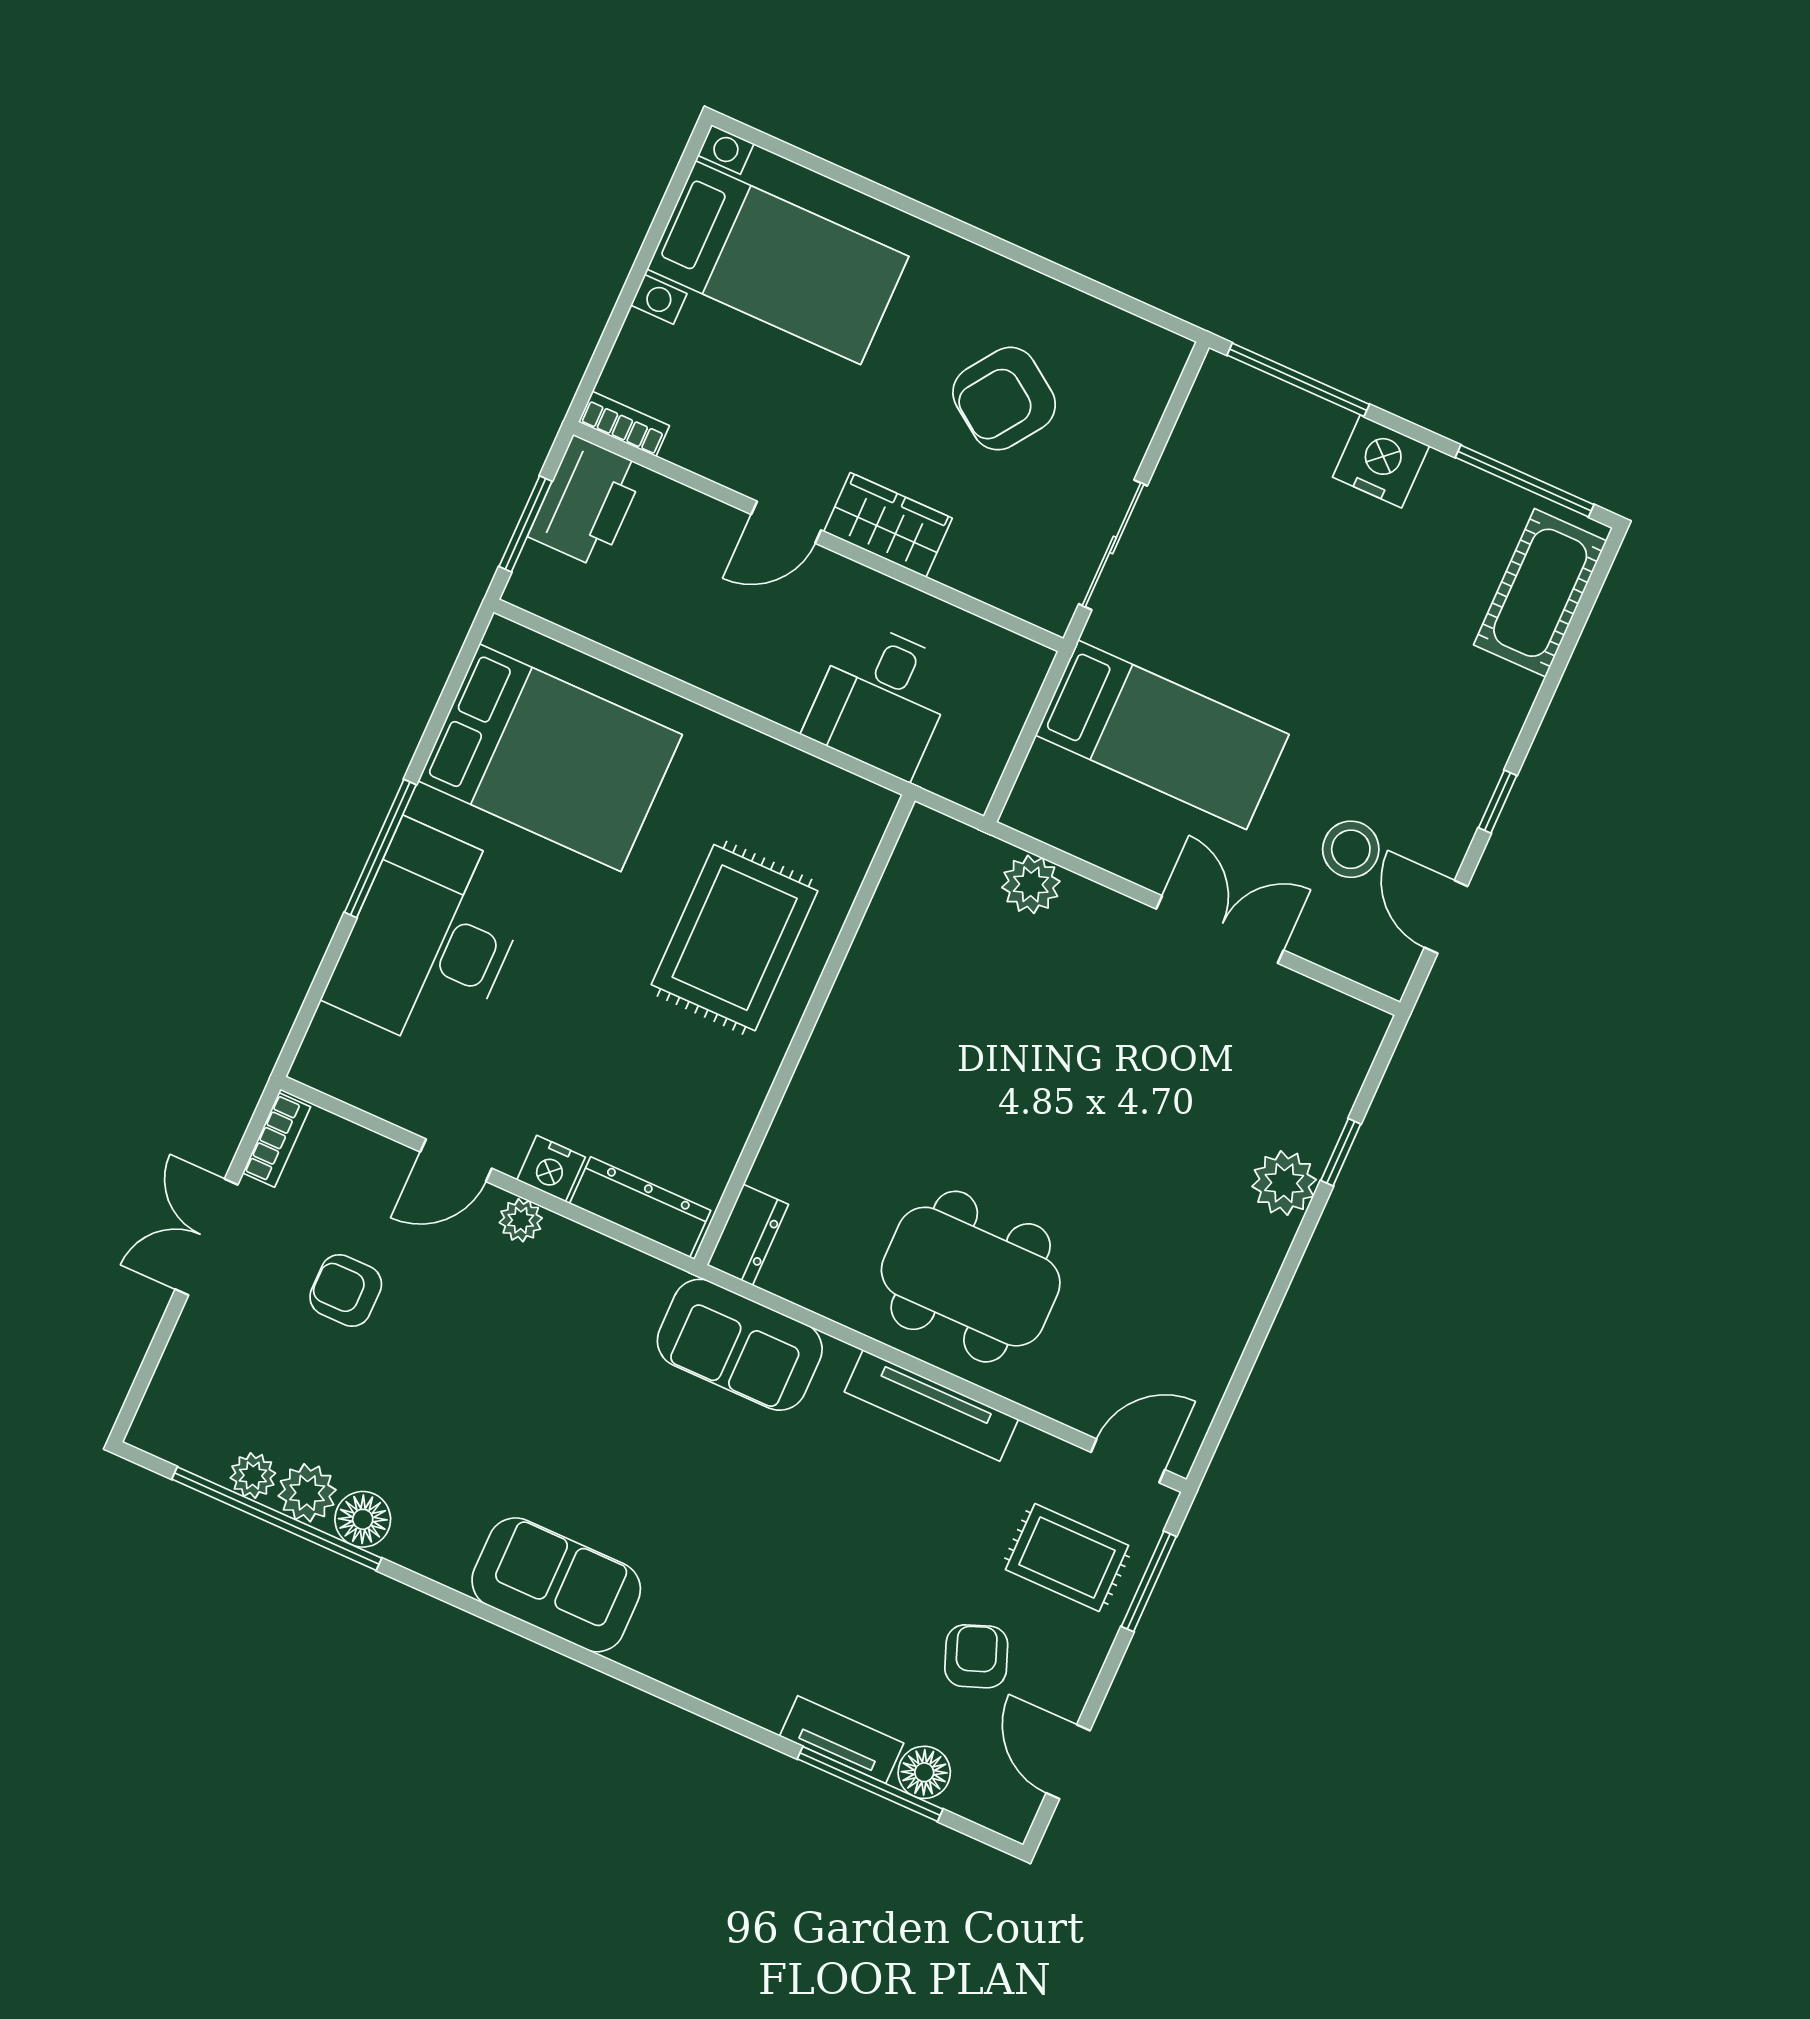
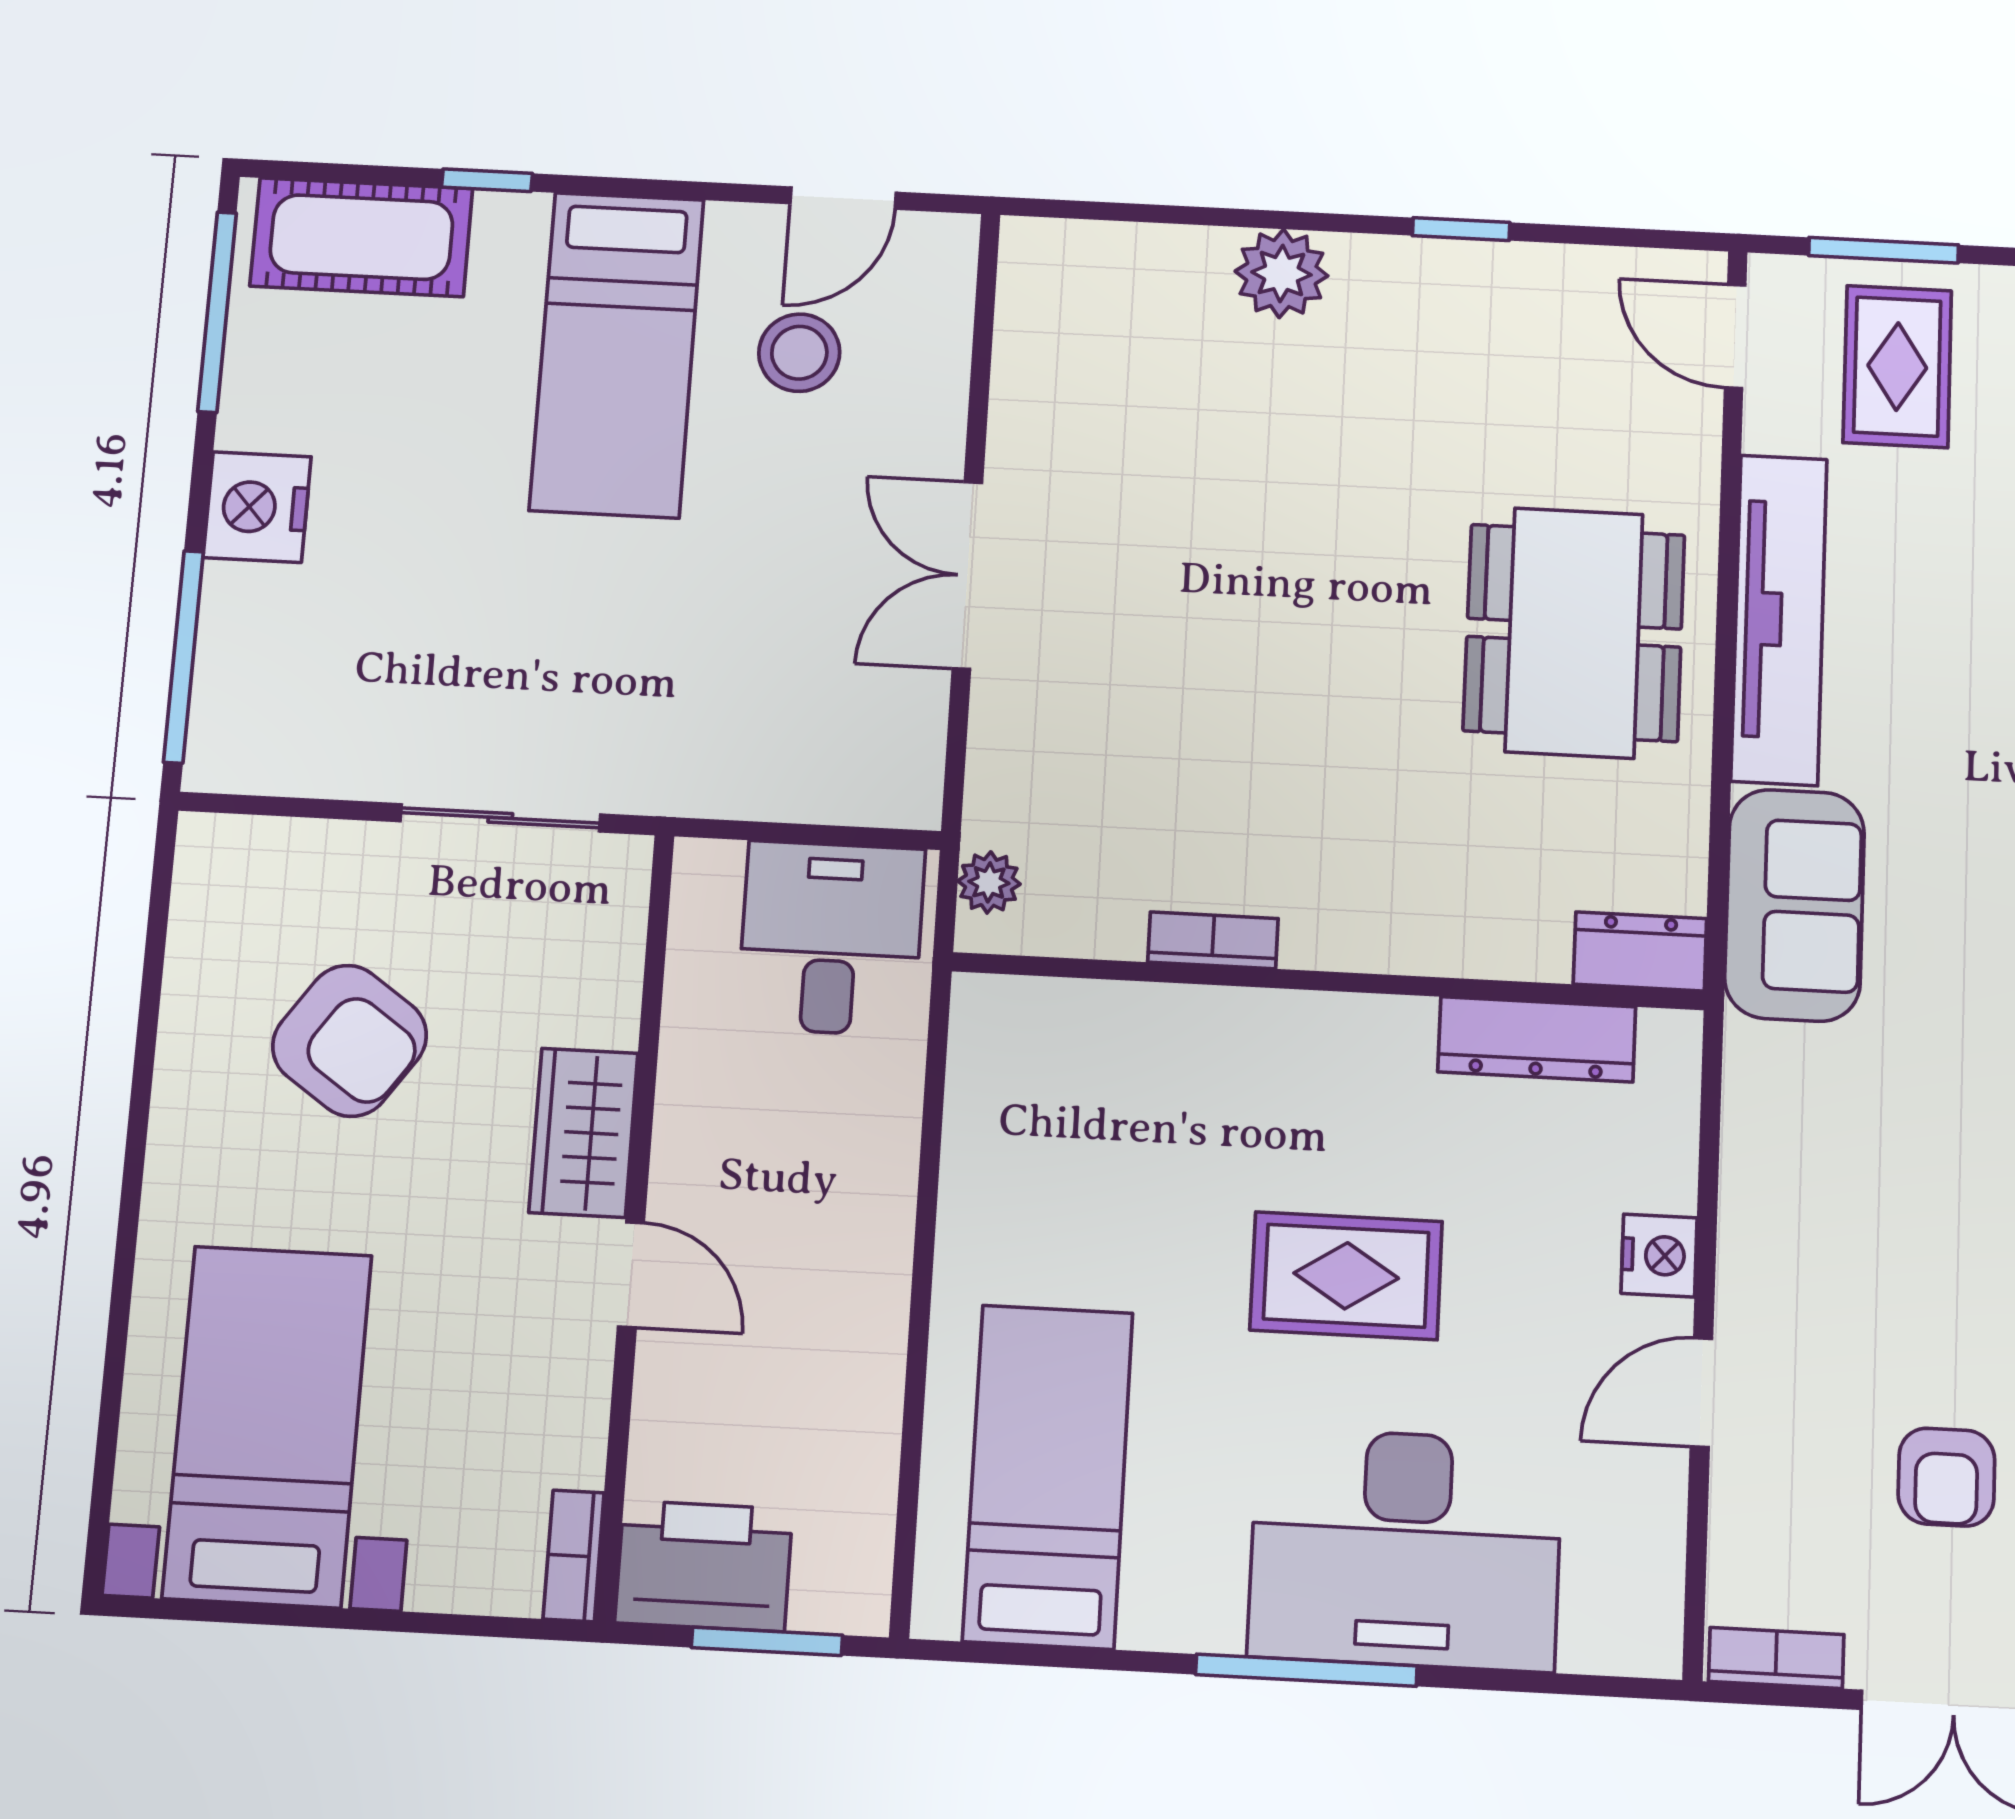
desk: (881, 700) -> (831, 938), moved, turned -90
bed: (1162, 735) -> (617, 354), moved, turned 180
bed: (550, 758) -> (1048, 1476), width x0.67
window: (1498, 802) -> (487, 180), moved
plant: (1031, 884) -> (989, 882), moved, width x0.73, depth x0.73
double door: (1220, 929) -> (967, 575), moved
rug: (735, 938) -> (1346, 1276), moved, width x0.73, depth x0.70
bookcase: (859, 968) -> (1213, 940), added
window: (1341, 1152) -> (1461, 229), moved
door: (456, 1160) -> (1701, 1393), swing flipped
dresser: (640, 1207) -> (1537, 1039), moved, turned -90
plant: (521, 1220) -> (1748, 1270), removed
tv unit: (931, 1406) -> (1779, 619), width x1.36, depth x1.29

